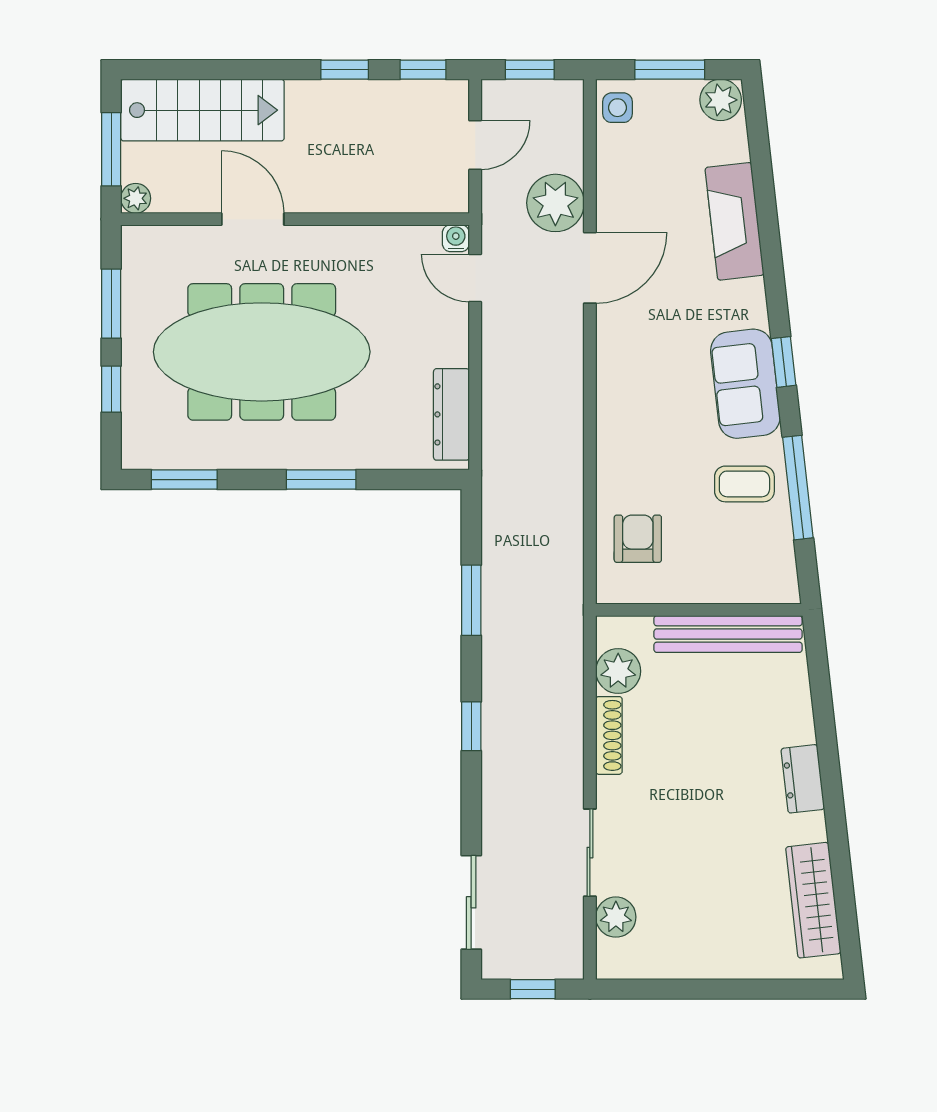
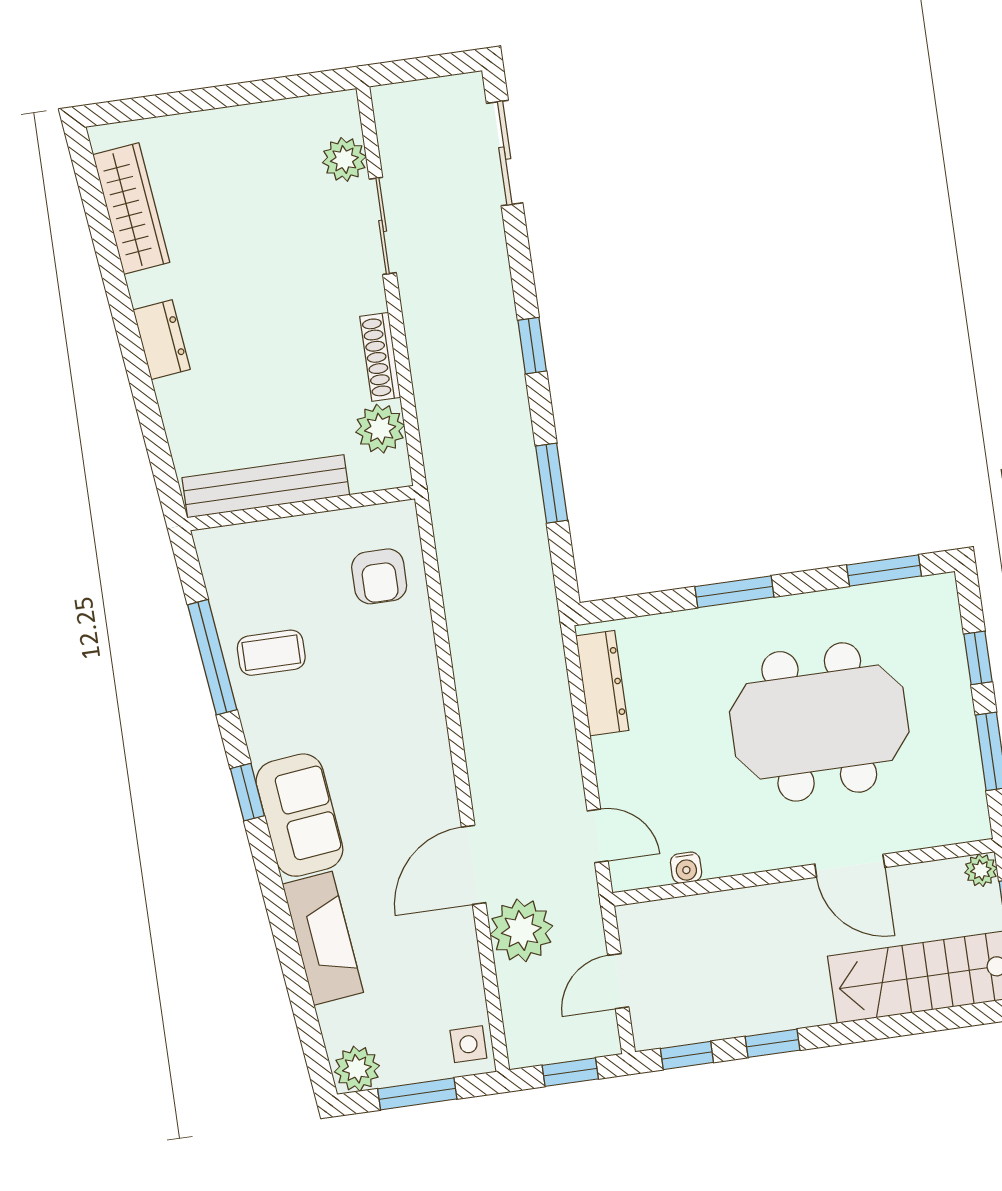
water cooler: (456, 238) -> (686, 868), moved
meeting table: (262, 352) -> (819, 722), width x0.73
sofa: (745, 384) -> (299, 815), moved
window: (533, 989) -> (424, 68), removed

